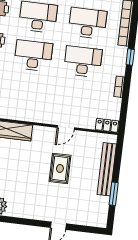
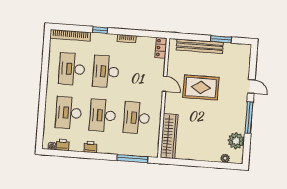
desk: (29, 94) -> (137, 118), added
rug: (60, 168) -> (201, 87), width x1.36, depth x1.43
window: (23, 221) -> (249, 118), added

